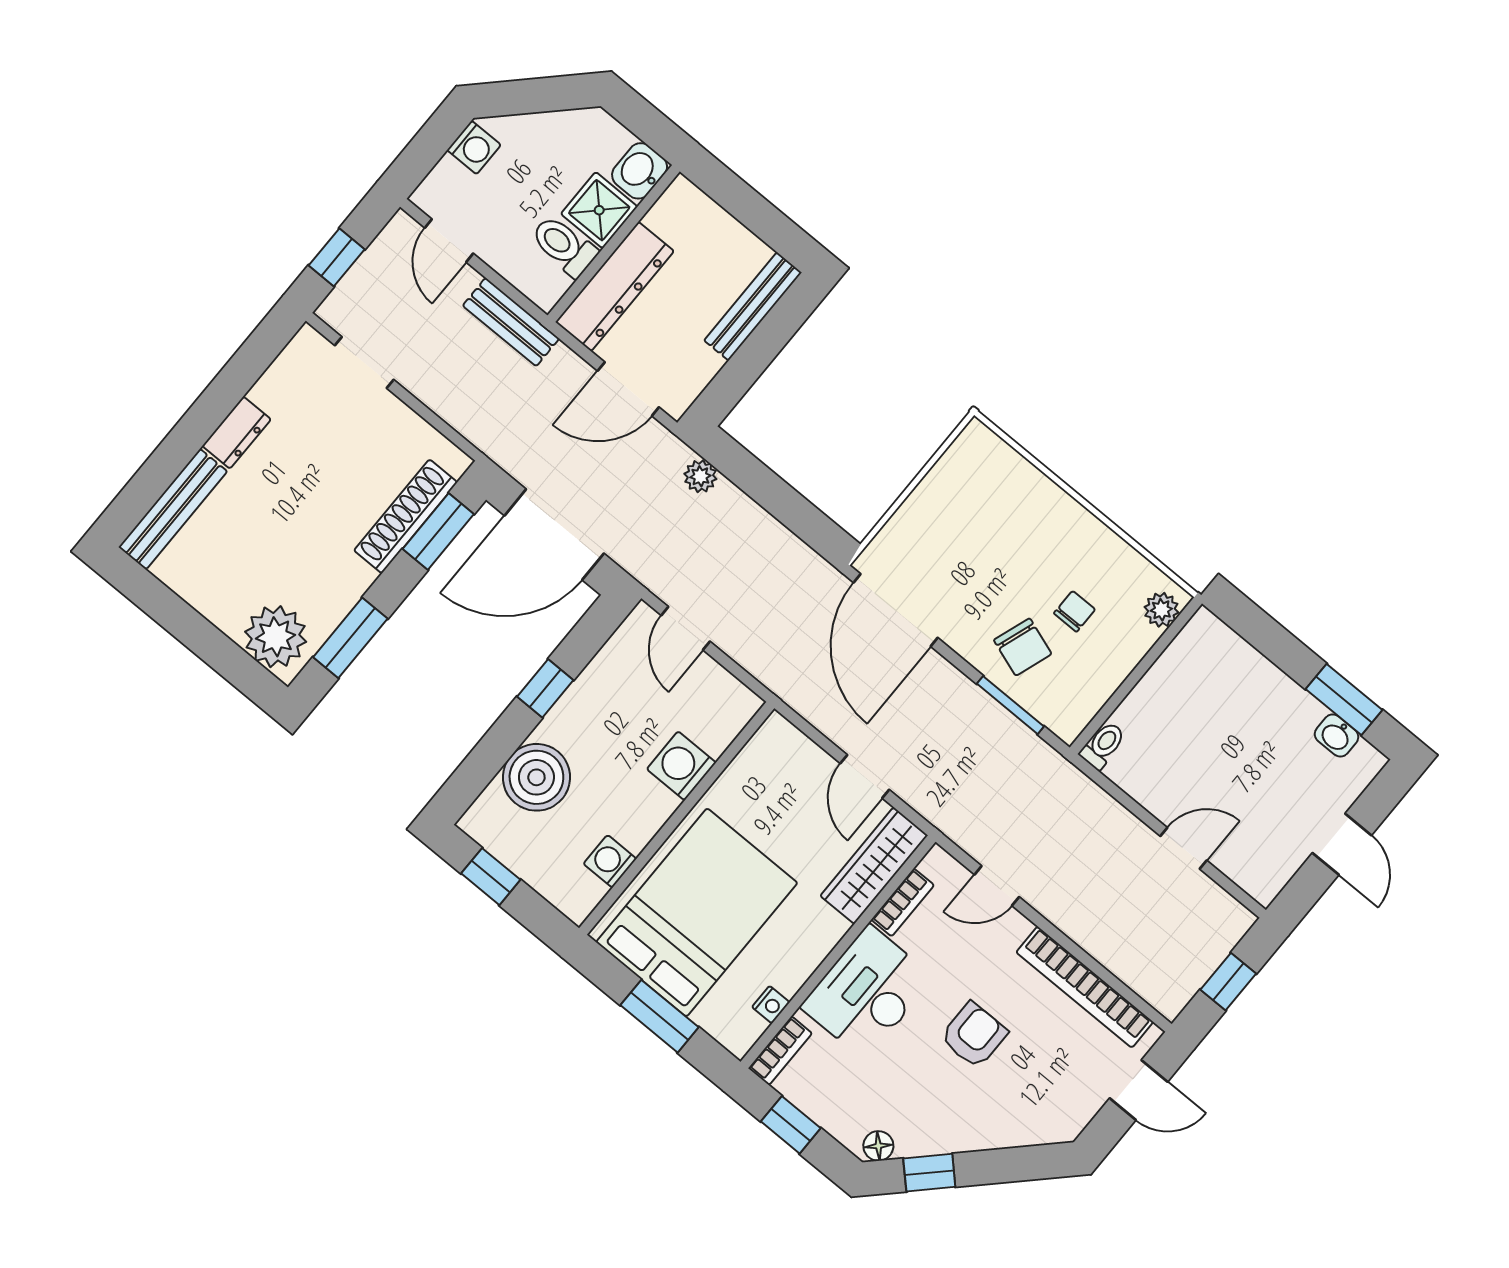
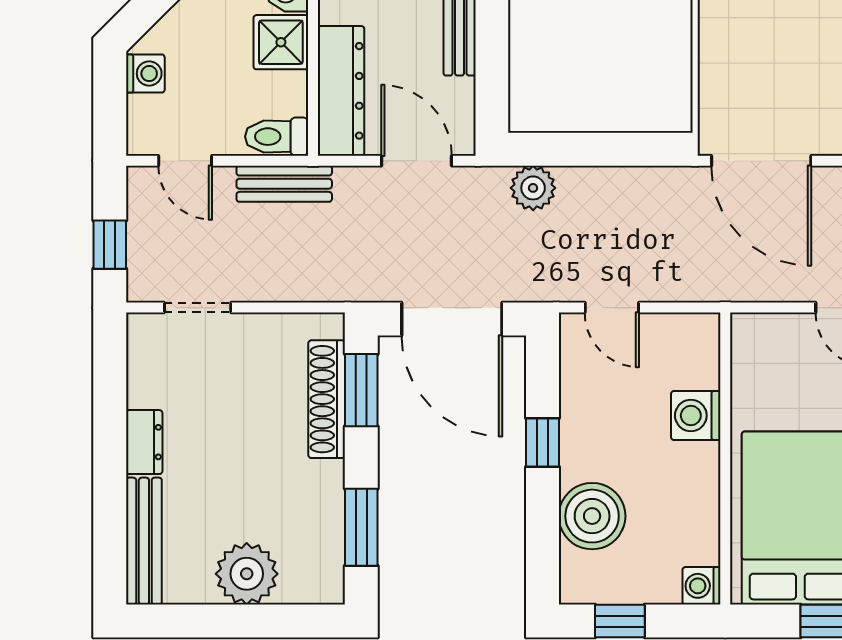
toilet: (564, 246) -> (277, 137), moved
door: (628, 389) -> (416, 161), swing flipped
plant: (700, 476) -> (533, 188), width x1.38, depth x1.38
door: (554, 534) -> (452, 319), hinge flipped
plant: (276, 637) -> (247, 574), moved
washing machine: (610, 861) -> (701, 586), moved

